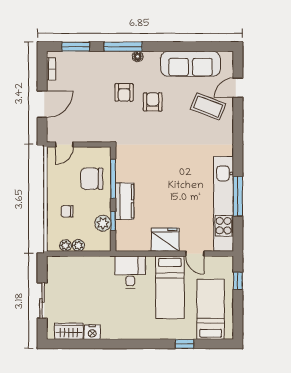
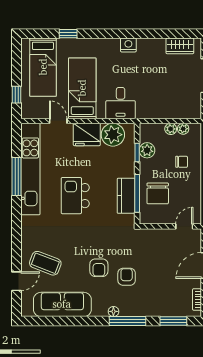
kitchen island: (177, 176) -> (75, 196), added
chair: (92, 179) -> (158, 193), turned 90
kitchen counter: (124, 201) -> (126, 196), moved
plant: (138, 239) -> (113, 135), added
nightstand: (92, 332) -> (128, 45), moved

